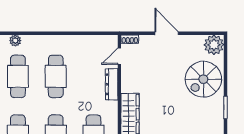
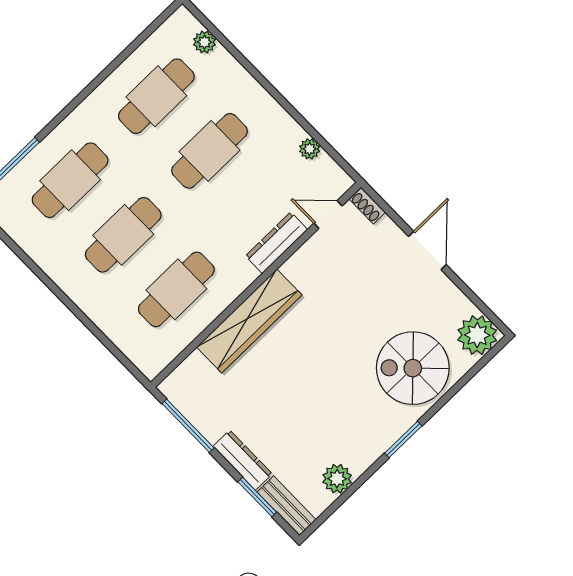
plant: (90, 40) -> (310, 149), added

